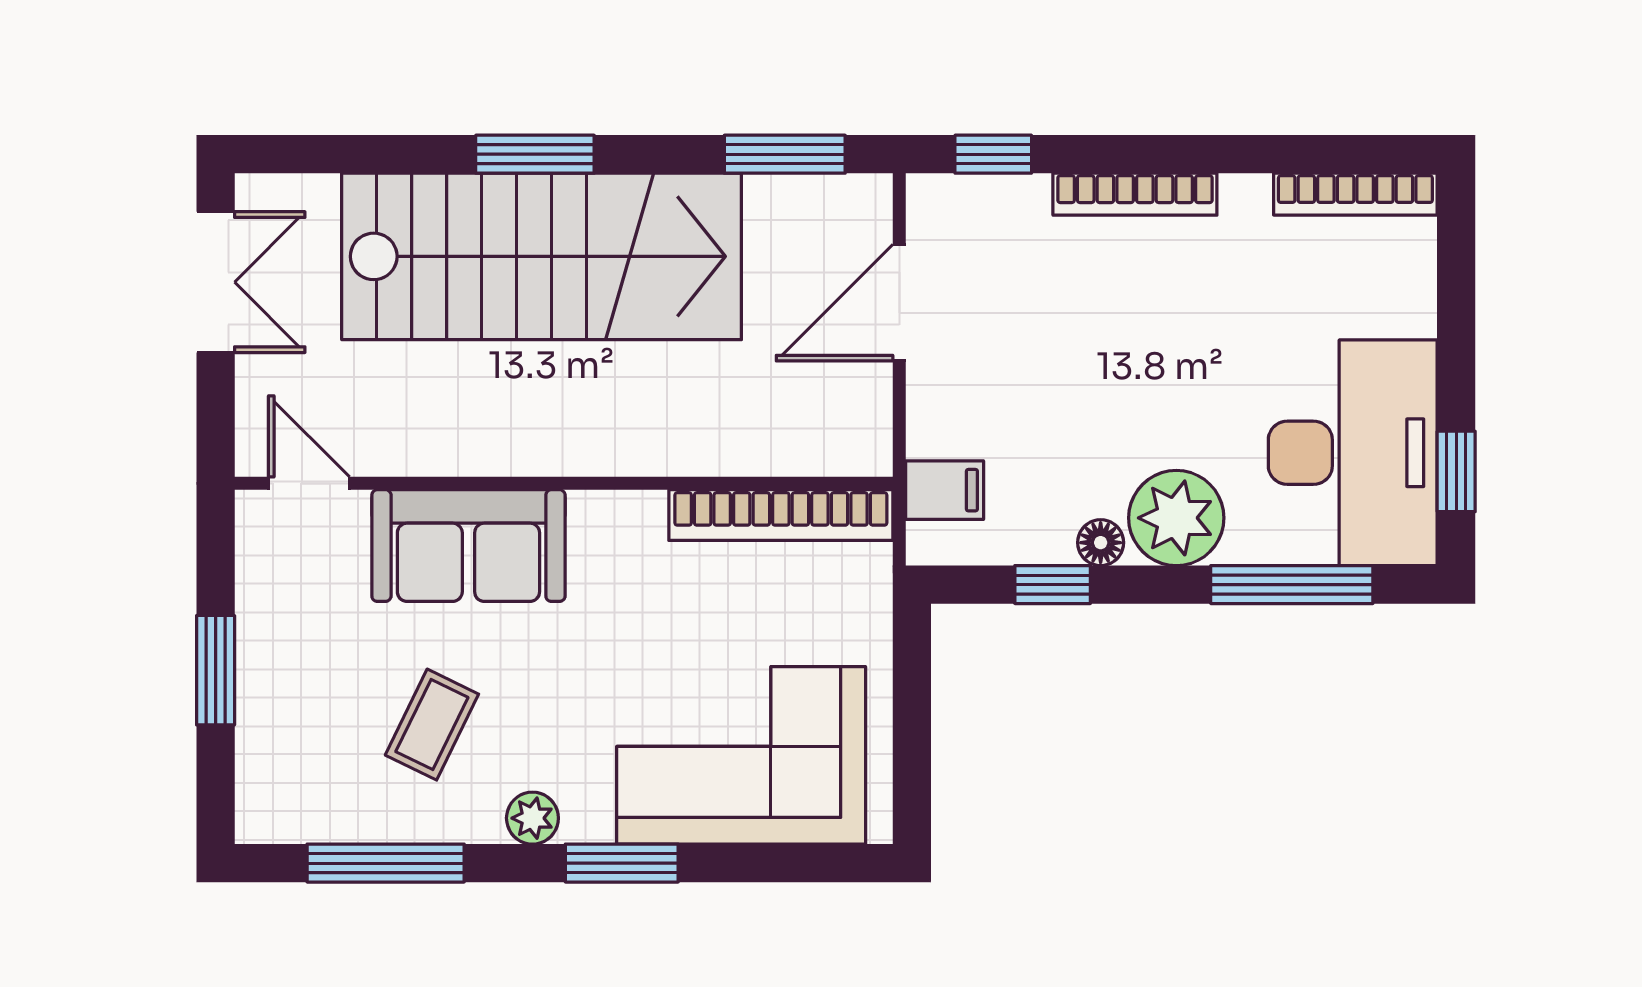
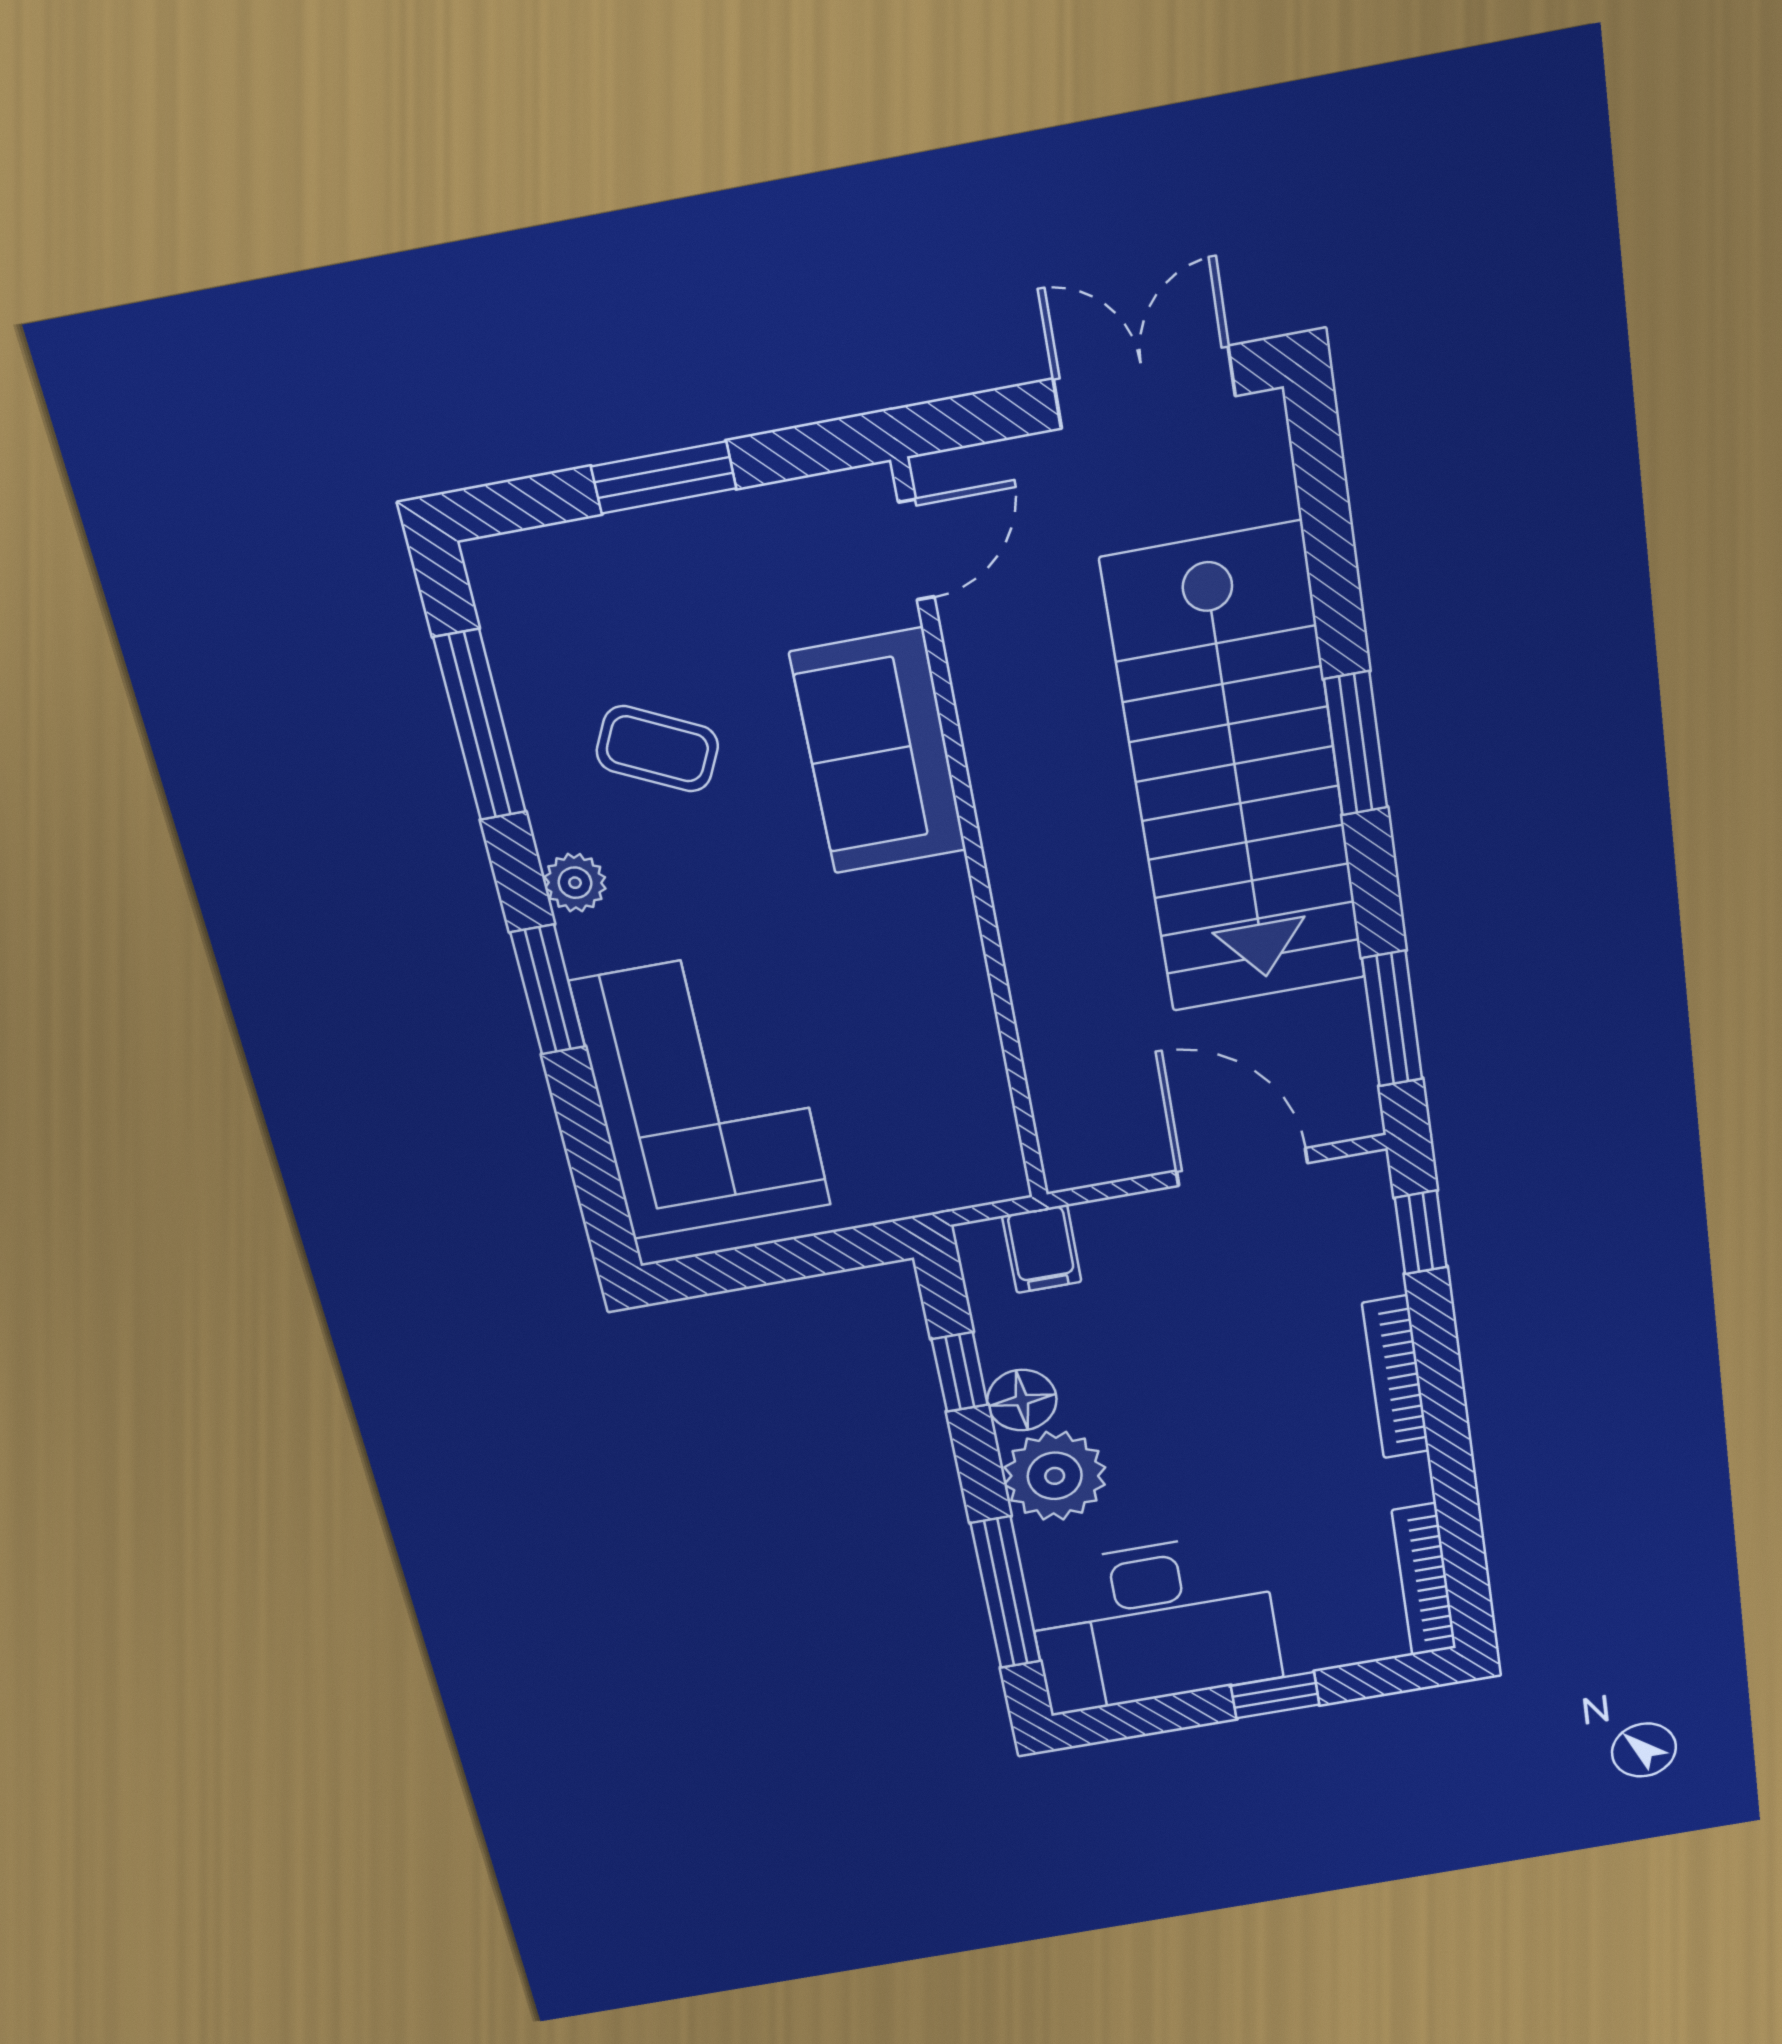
double door: (216, 282) -> (1144, 387), swing flipped
window: (1456, 471) -> (1275, 1695), moved
bookcase: (781, 515) -> (982, 1088), removed
floor lamp: (1101, 543) -> (1022, 1400), width x1.37, depth x1.37

